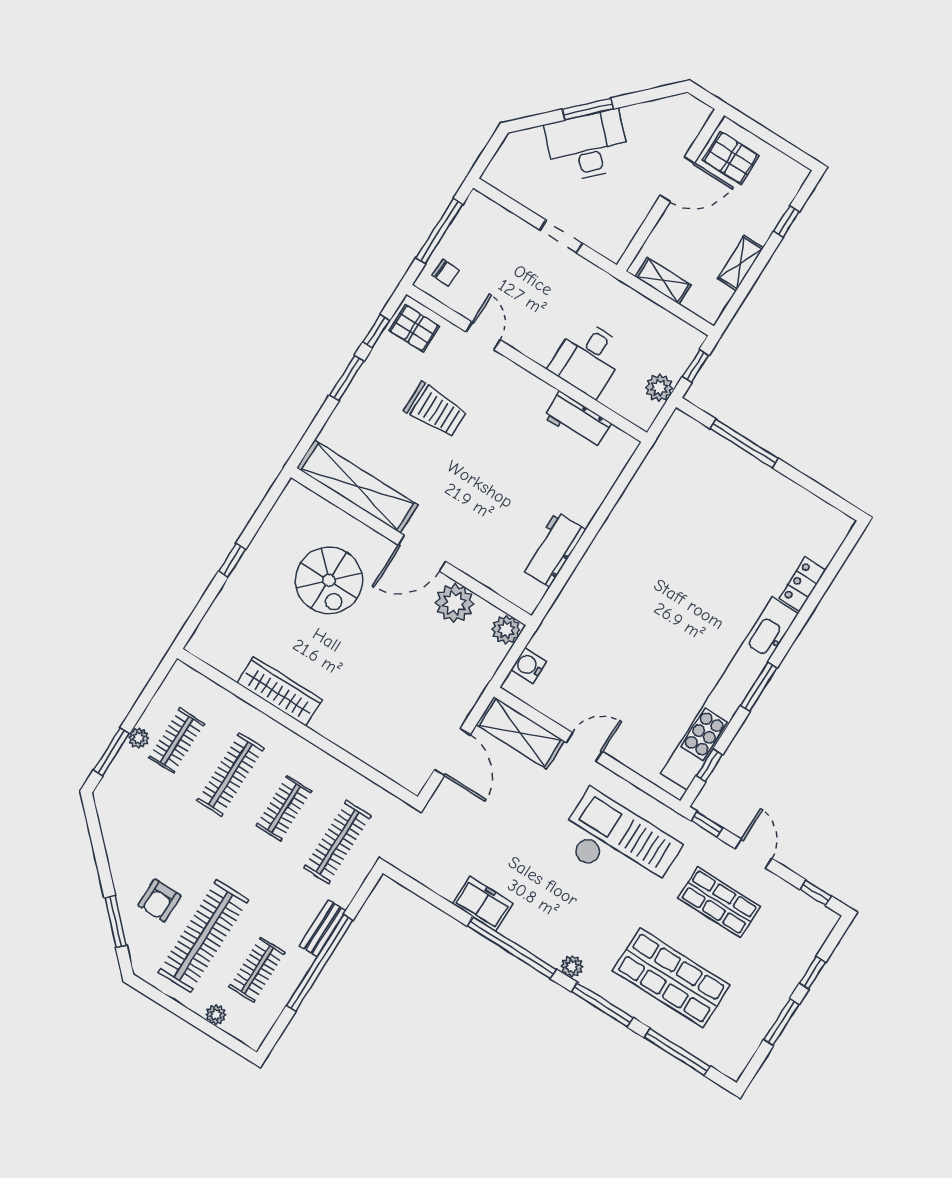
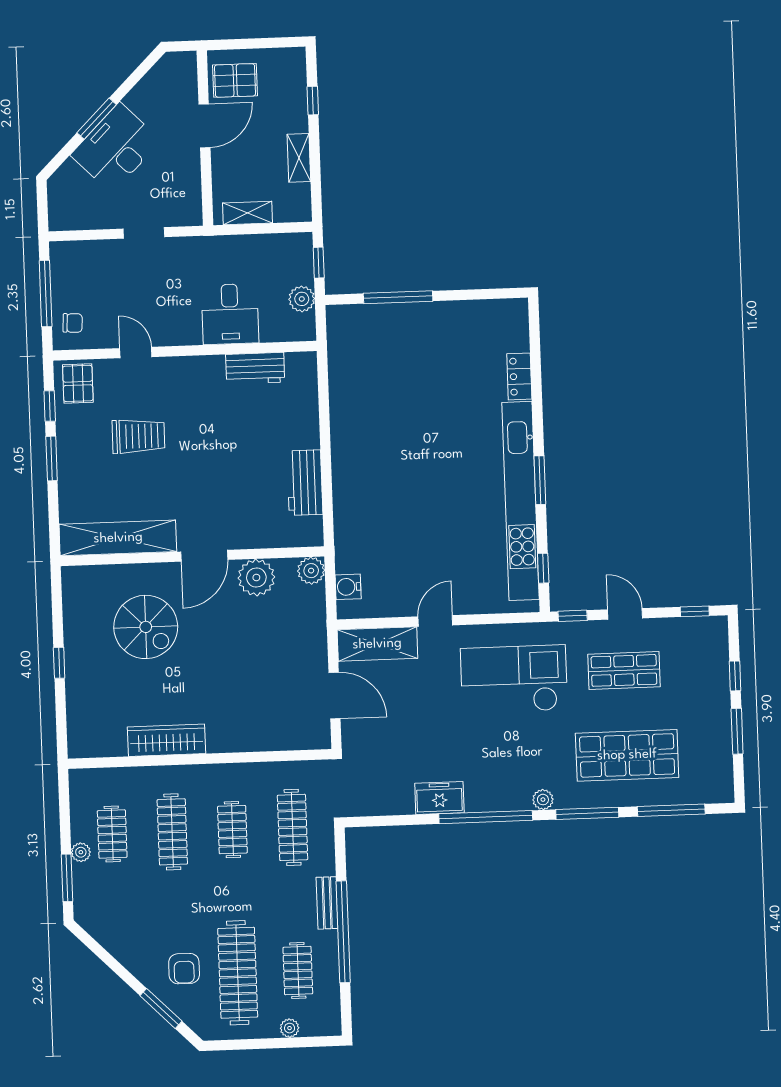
pallet: (414, 328) -> (78, 383), turned 90

